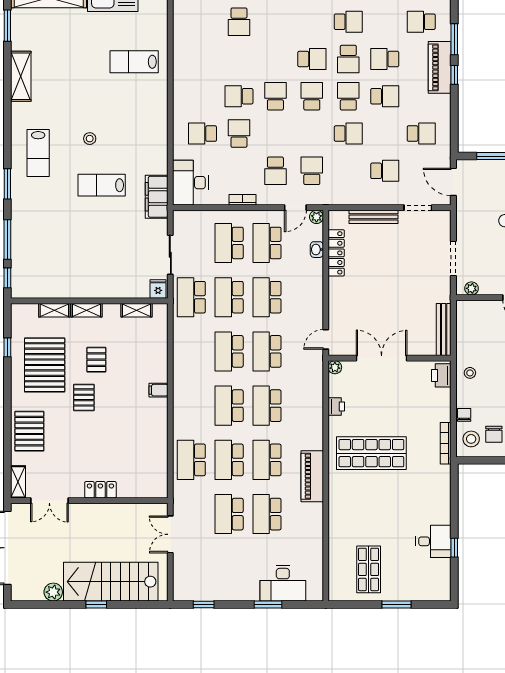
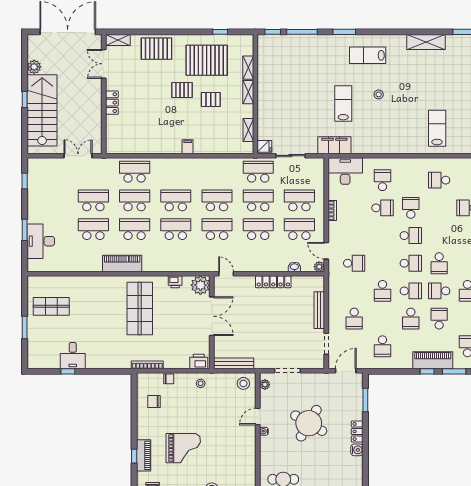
school desk: (275, 171) -> (439, 180), moved
locker: (336, 253) -> (273, 282), moved
plant: (335, 367) -> (200, 285), width x1.87, depth x1.87
stool: (471, 439) -> (243, 383), moved

